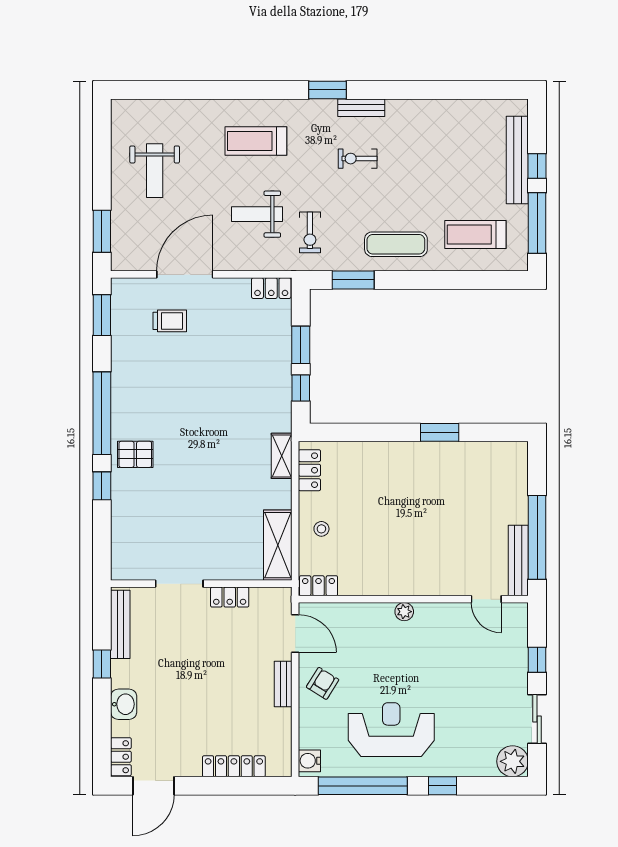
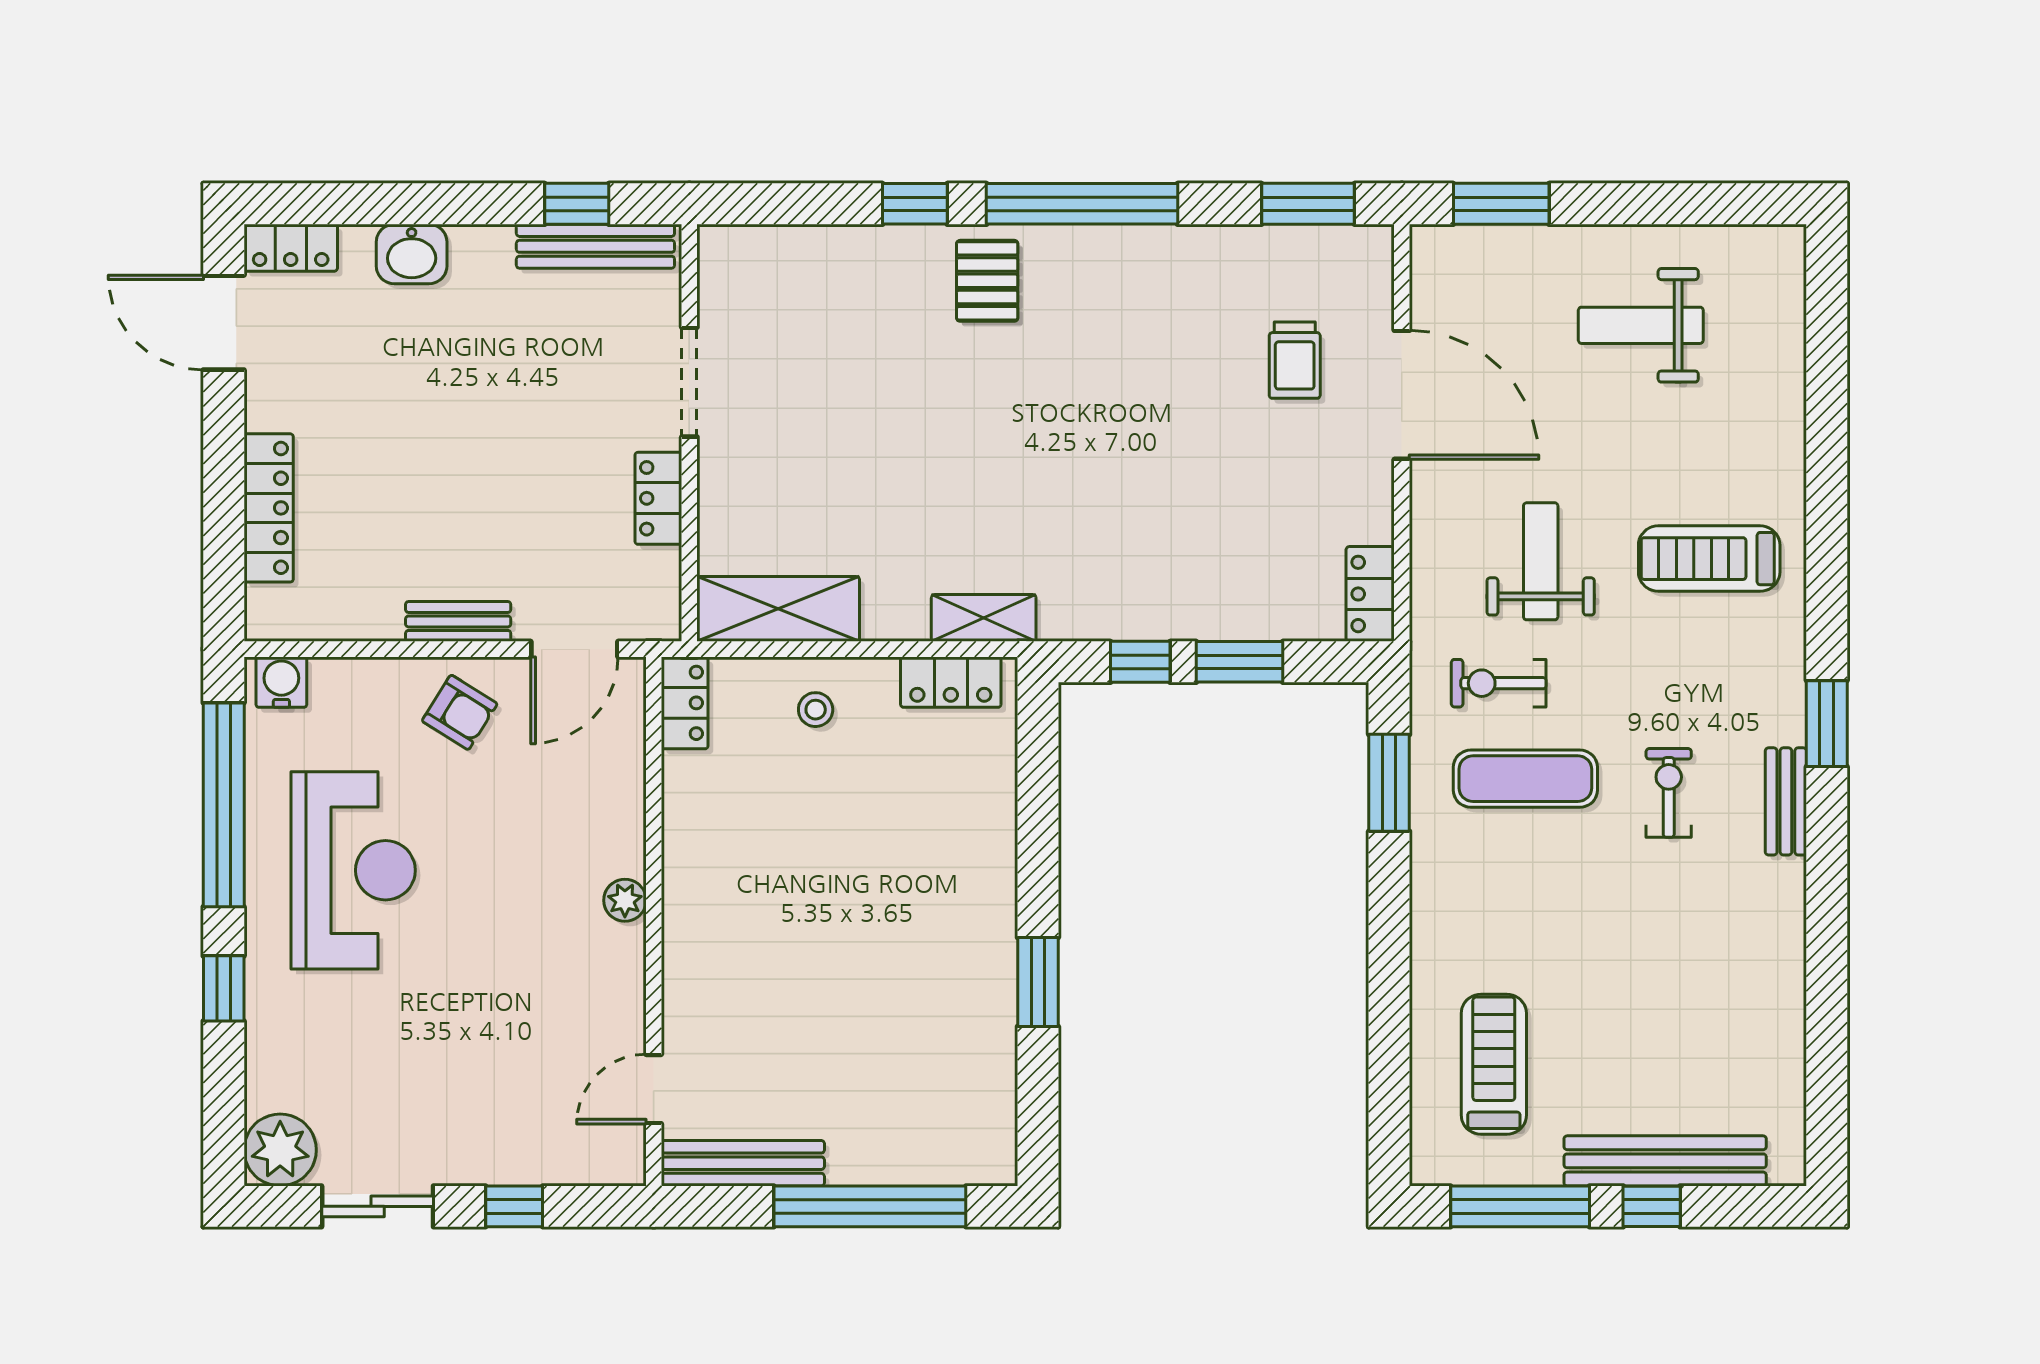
treadmill: (256, 141) -> (1709, 559), turned -90
exercise mat: (396, 244) -> (1525, 779), moved, turned 90
window: (537, 537) -> (870, 1206), moved
window: (102, 664) -> (577, 204), moved

